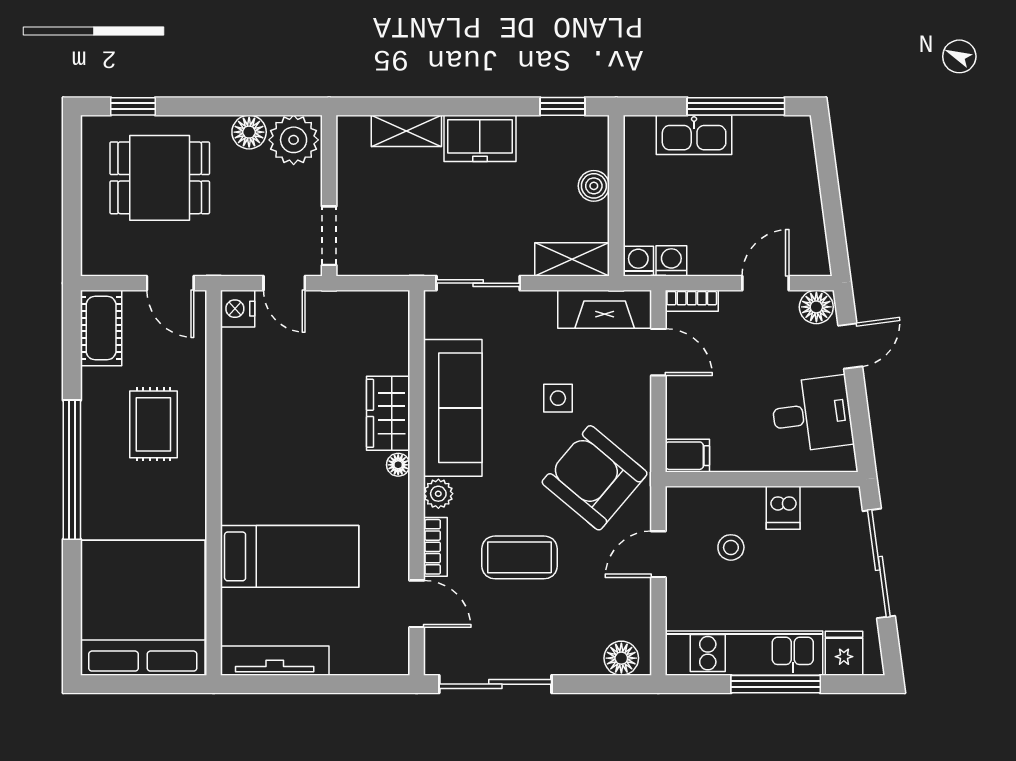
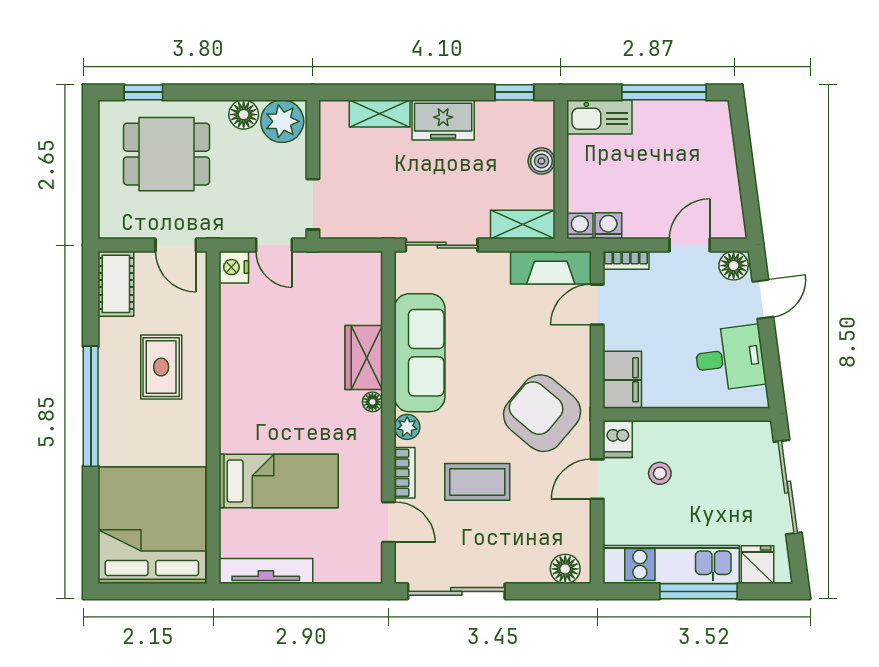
kitchen sink: (694, 135) -> (599, 117), moved
door: (658, 352) -> (597, 305), swing flipped
side table: (558, 398) -> (510, 344), removed
filing cabinet: (687, 456) -> (622, 380), width x2.00
dishwasher: (783, 508) -> (618, 439), moved

